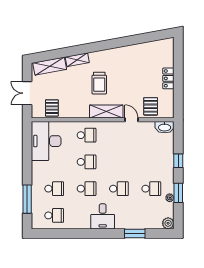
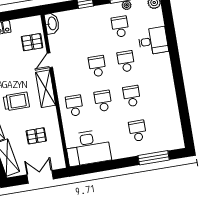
double door: (27, 93) -> (40, 177), swing flipped
pallet: (52, 108) -> (36, 136), moved
school desk: (54, 215) -> (97, 66), moved
desk: (103, 216) -> (153, 41), moved
window: (135, 233) -> (171, 36), removed

